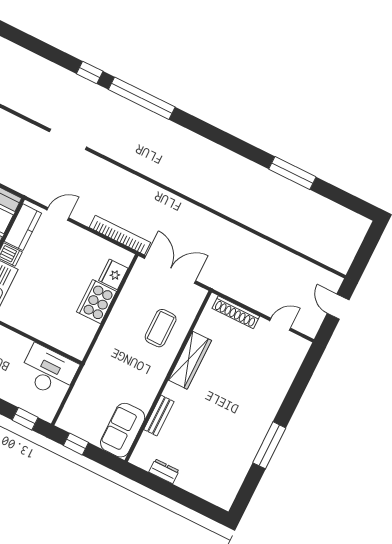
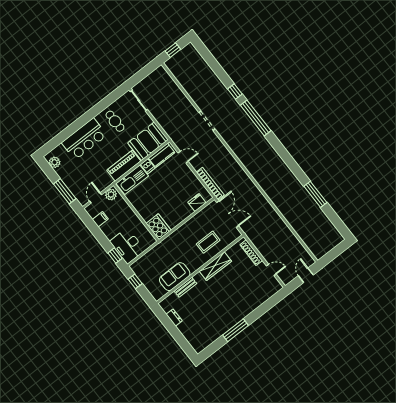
cooker: (97, 302) -> (159, 227), moved, turned 90
desk: (48, 371) -> (127, 246), moved, turned 180
sofa: (123, 430) -> (175, 277), moved

